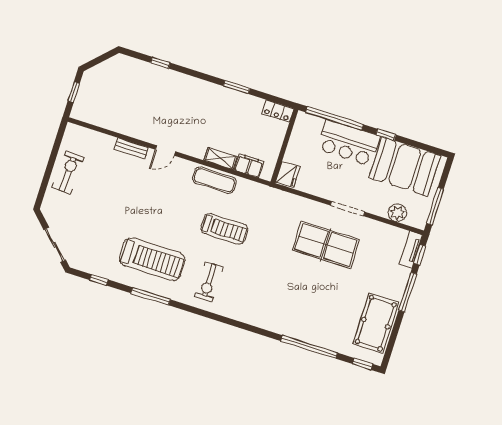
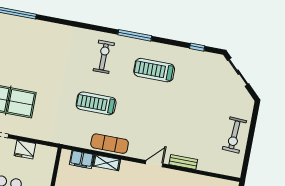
fridge: (288, 175) -> (25, 150), moved, turned -90
treadmill: (152, 259) -> (154, 70), width x0.73, depth x0.73
window: (150, 296) -> (135, 35), moved

